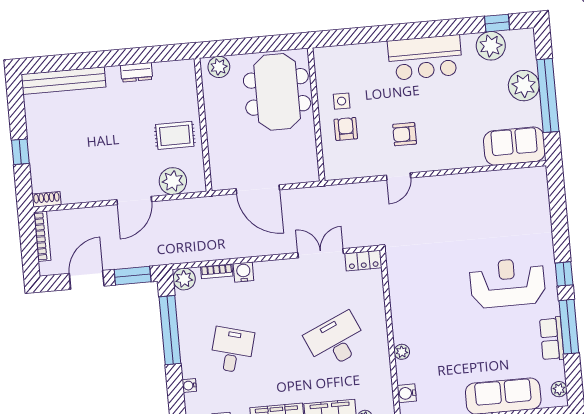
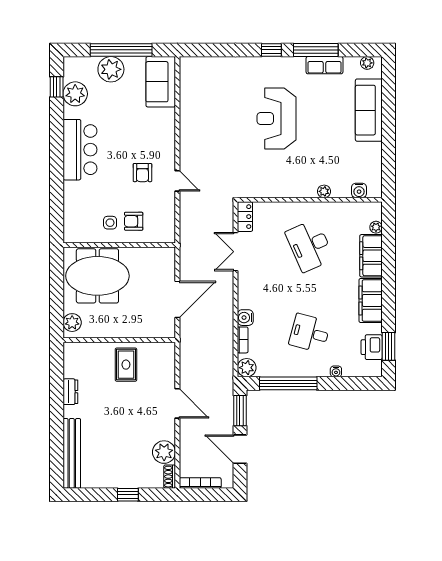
plant: (173, 181) -> (164, 452), moved
reception desk: (507, 283) -> (276, 118), moved

